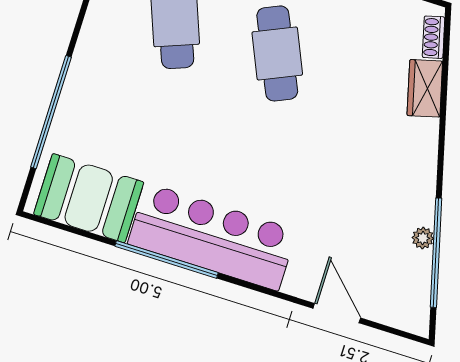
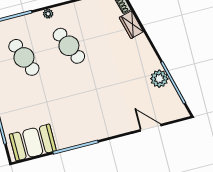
bar counter: (212, 237) -> (87, 128), removed
plant: (423, 238) -> (159, 79), width x1.87, depth x1.87

